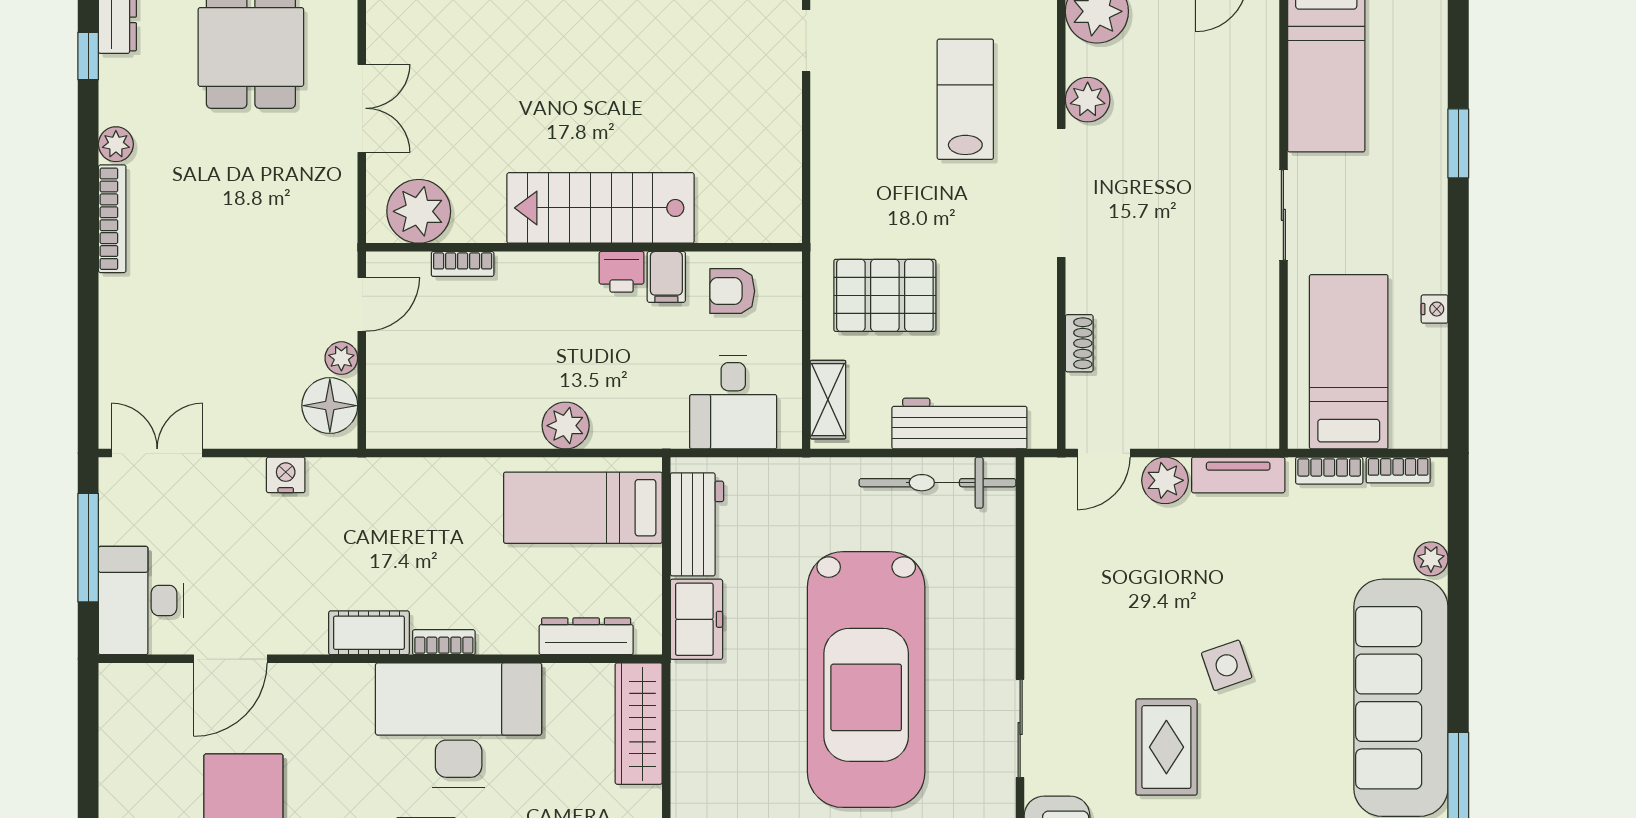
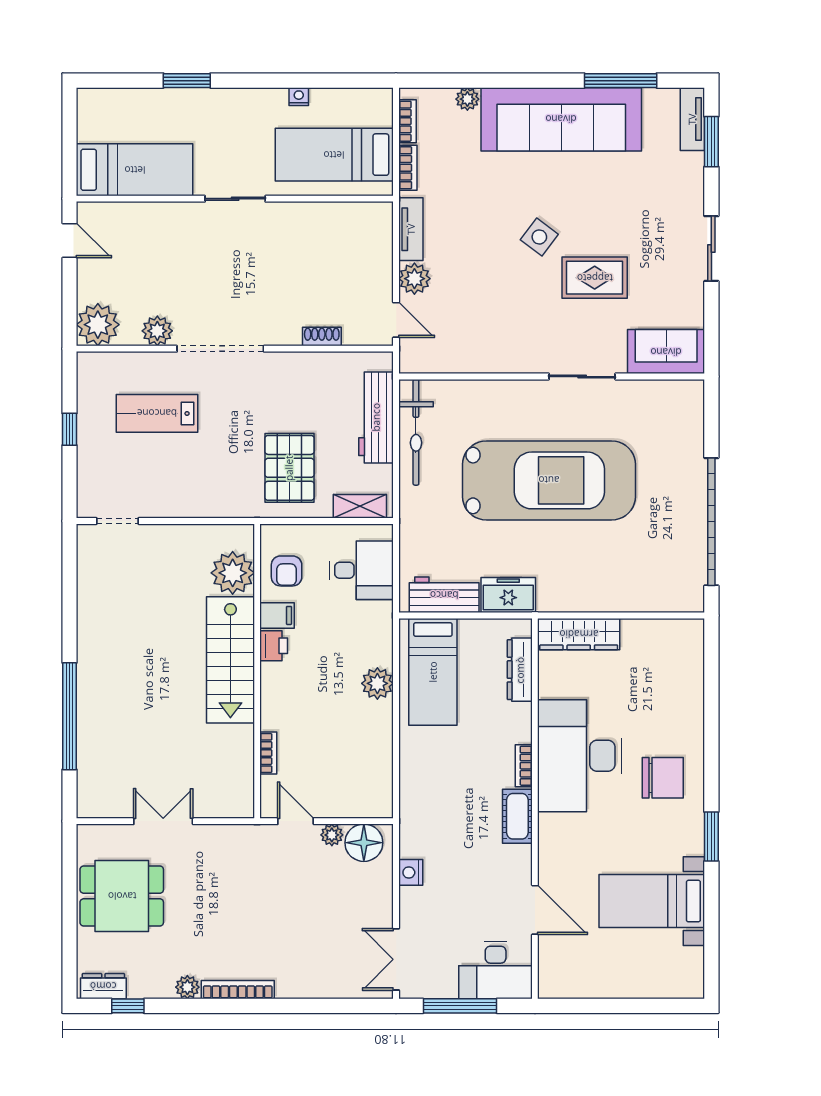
plant: (419, 211) -> (233, 573), moved
side table: (1227, 665) -> (539, 237), turned -34

